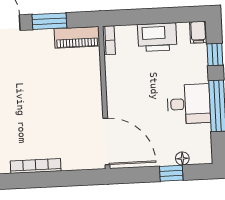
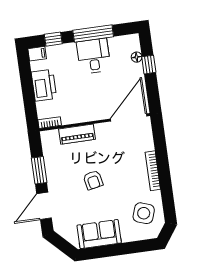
piano: (77, 37) -> (77, 134), moved, turned 90
armchair: (31, 89) -> (93, 180), added

